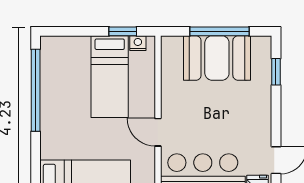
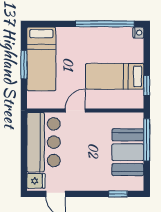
window: (219, 31) -> (147, 140), moved
nightstand: (138, 43) -> (138, 33), moved

